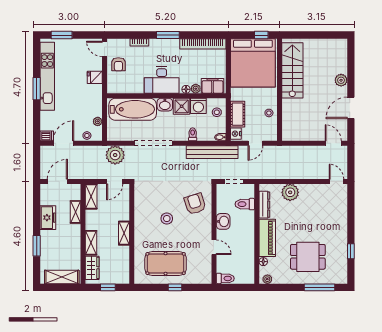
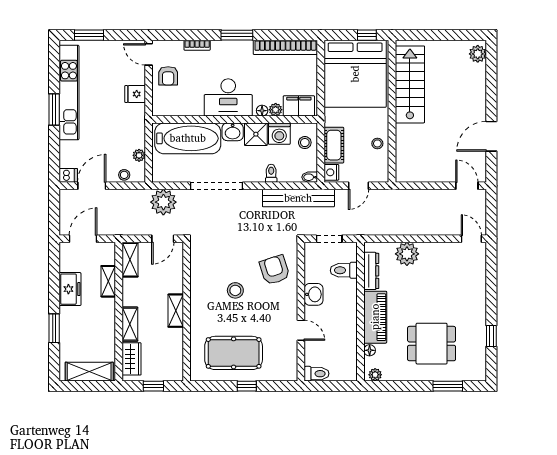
plant: (341, 80) -> (478, 54), moved
window: (319, 287) -> (448, 386), width x0.69

